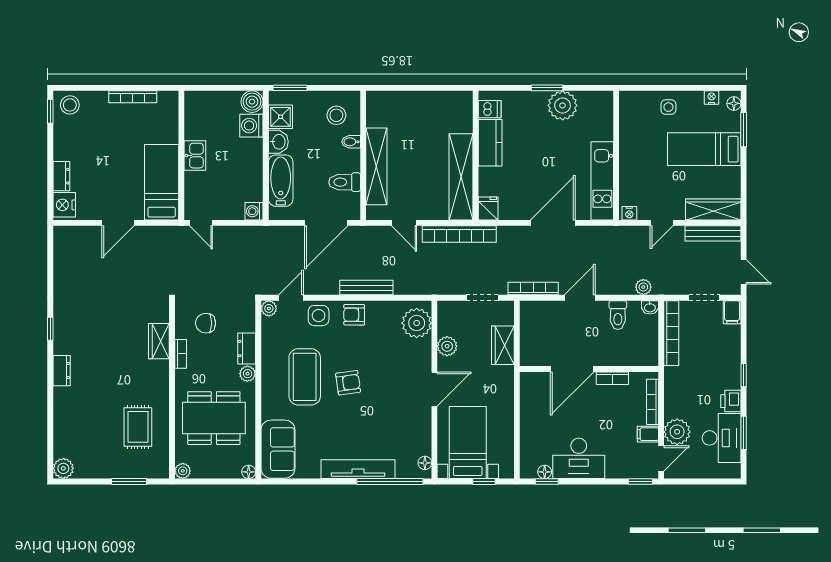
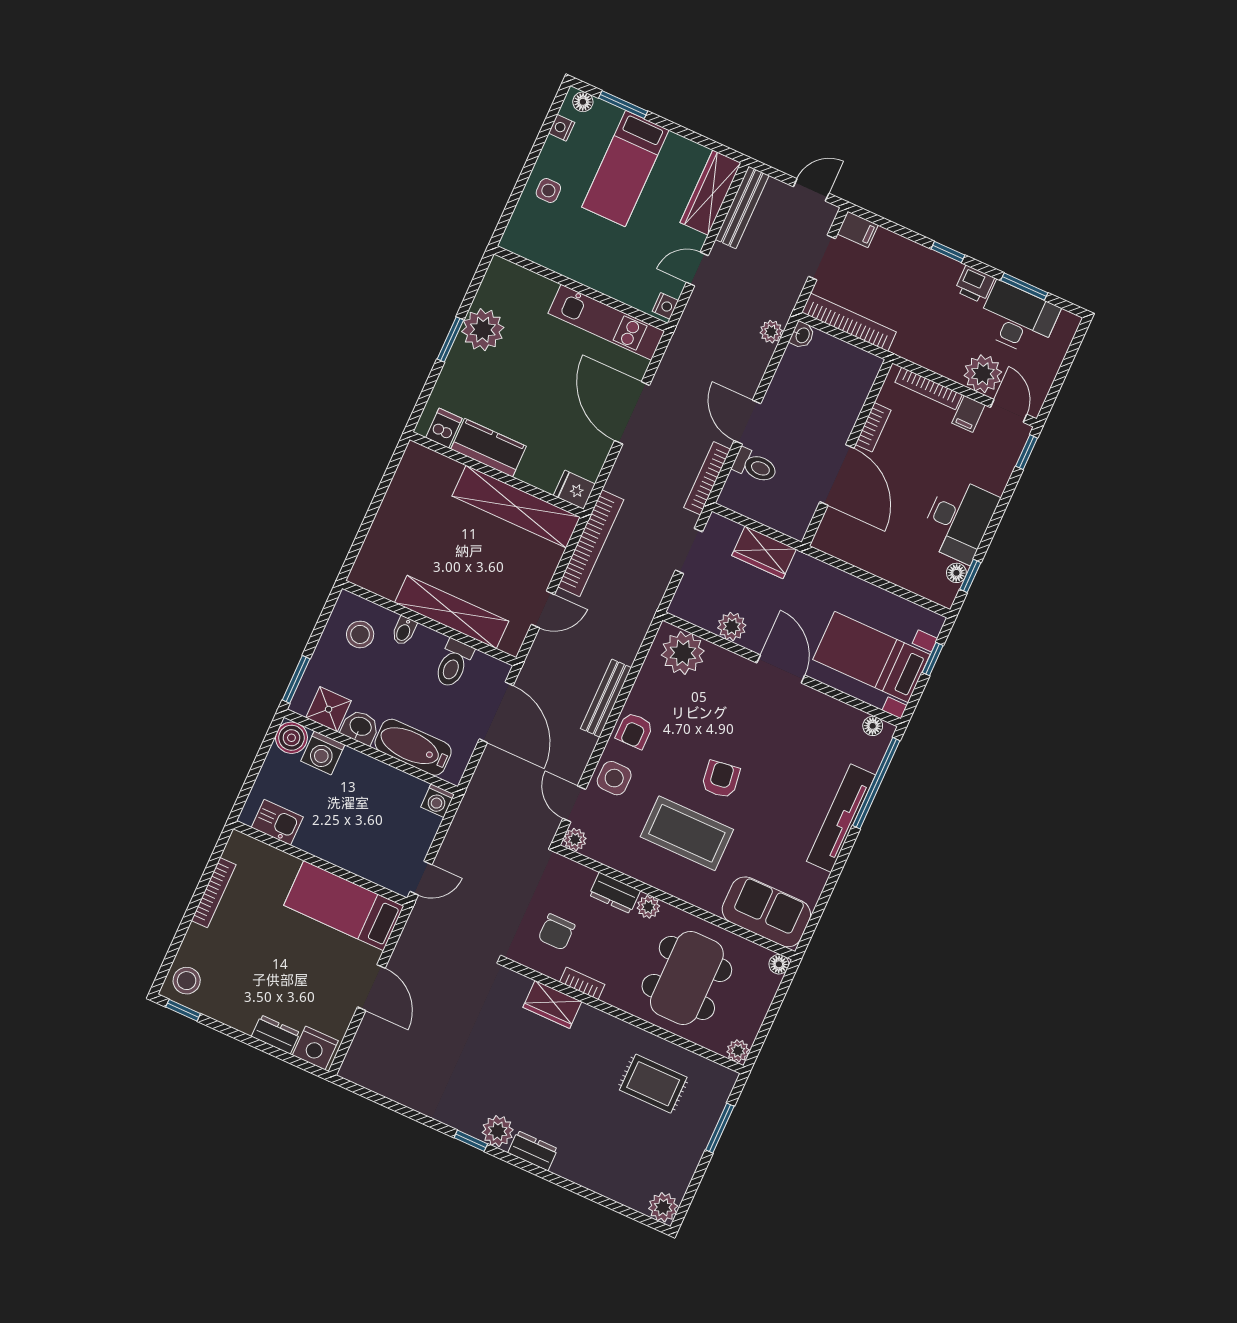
kitchen sink: (195, 156) -> (277, 822), moved
door: (662, 223) -> (697, 269), swing flipped
toilet: (618, 315) -> (755, 466), moved
plant: (64, 343) -> (498, 1131), added

